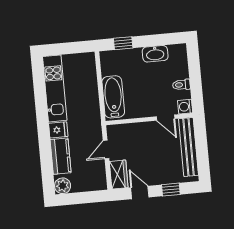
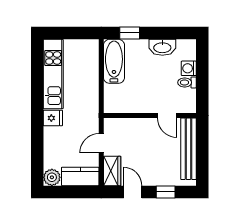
bathtub: (113, 97) -> (114, 61), moved
washing machine: (185, 107) -> (189, 68), moved
kitchen counter: (61, 156) -> (80, 176), moved, turned -90

